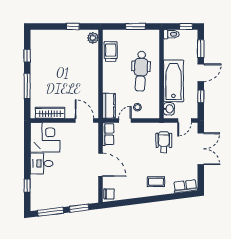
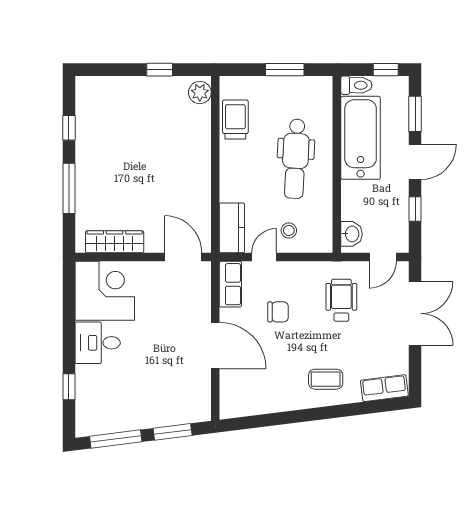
bathtub: (173, 81) -> (361, 138), moved
chair: (109, 194) -> (278, 312), moved

